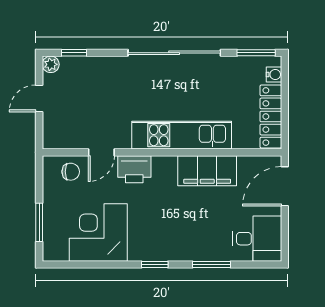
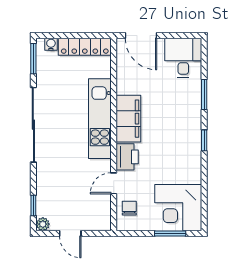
door: (101, 152) -> (114, 183), swing flipped
filing cabinet: (207, 171) -> (128, 119), moved
corner desk: (98, 232) -> (178, 208), moved

